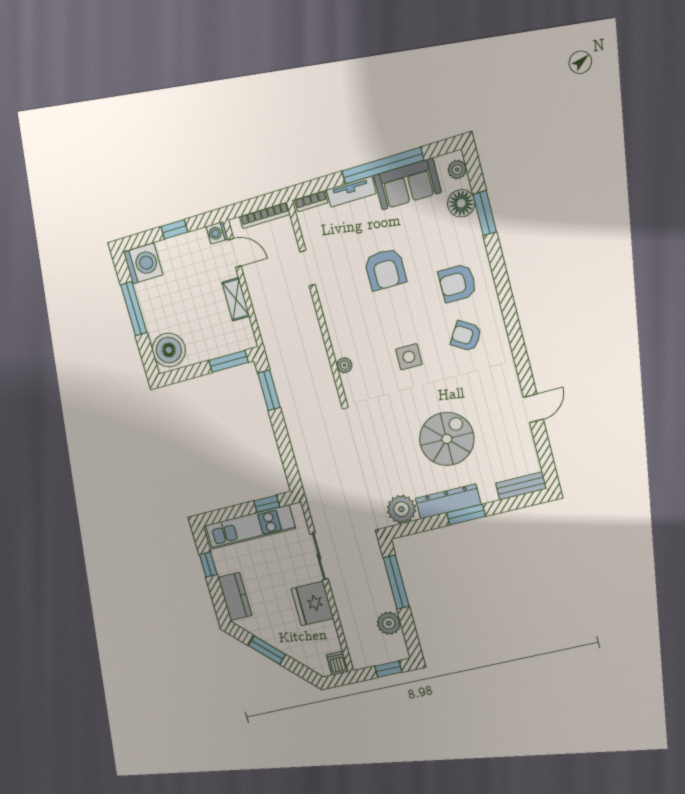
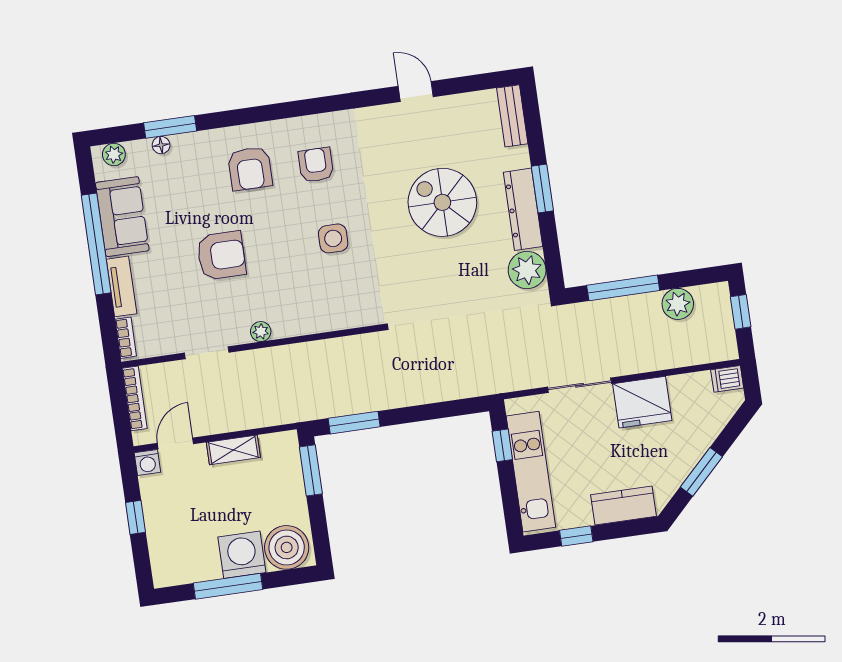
floor lamp: (461, 203) -> (161, 145), width x0.53, depth x0.53
washing machine: (143, 264) -> (242, 555), moved
armchair: (466, 336) -> (316, 165), turned 148
plant: (344, 365) -> (261, 332), moved

